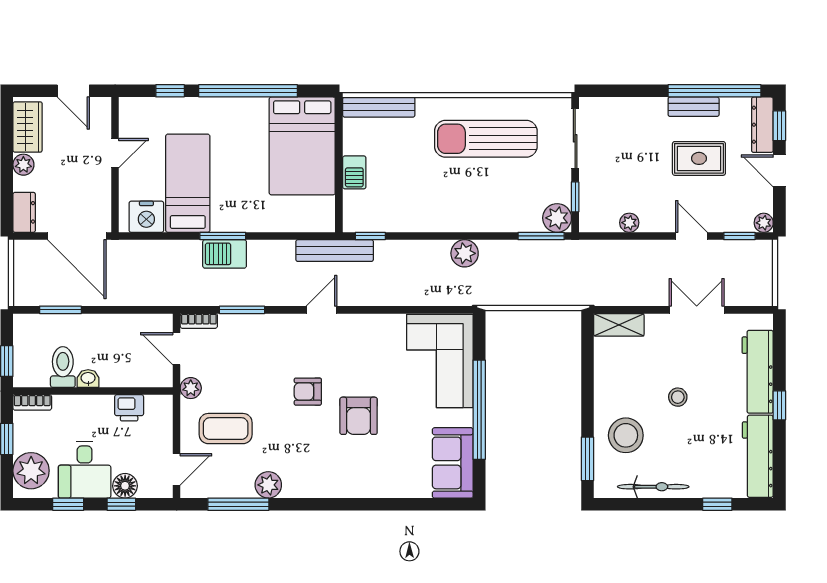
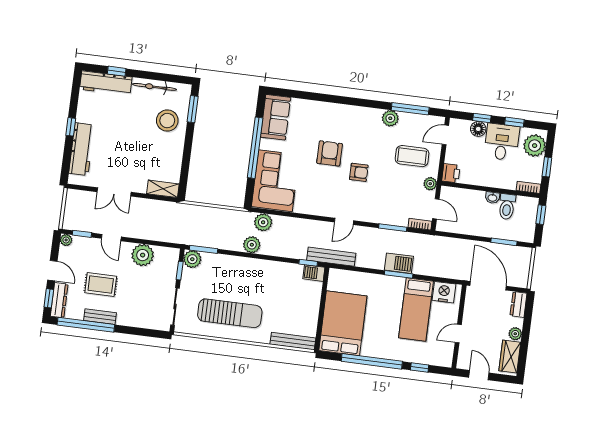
barbecue: (354, 172) -> (314, 273), moved, turned -90
plant: (629, 223) -> (143, 255), width x1.88, depth x1.88
plant: (451, 292) -> (263, 222), added
stool: (678, 397) -> (132, 140), removed
printer: (129, 408) -> (451, 173), moved, turned 90
workbench: (758, 456) -> (106, 83), moved, turned 90

